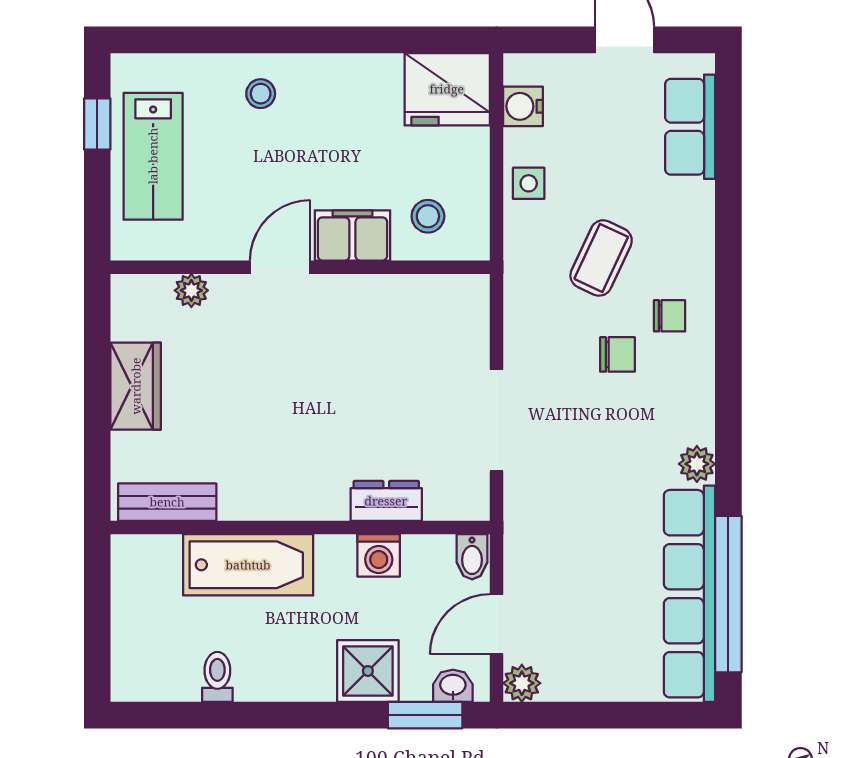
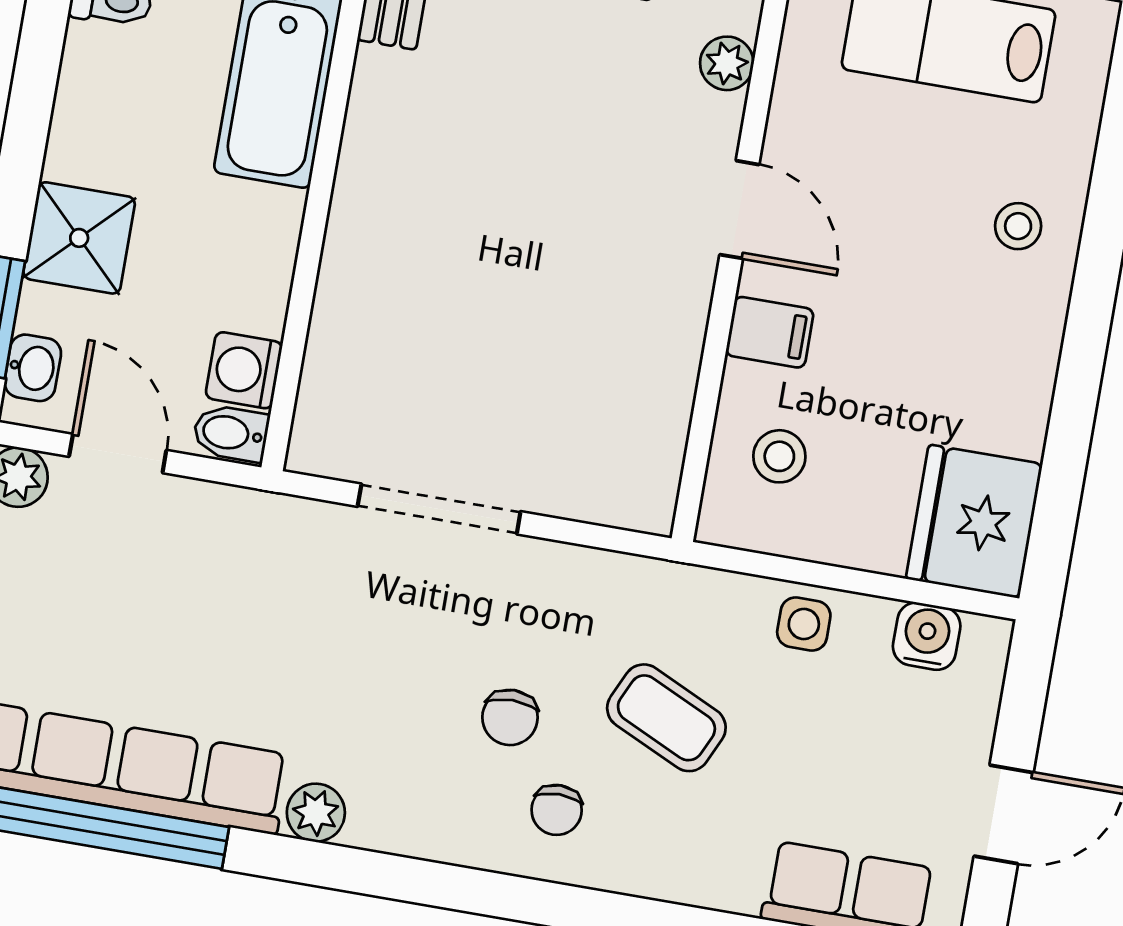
filing cabinet: (352, 235) -> (770, 332), width x0.50
dresser: (386, 501) -> (342, 313), removed
washing machine: (379, 555) -> (244, 370), moved

